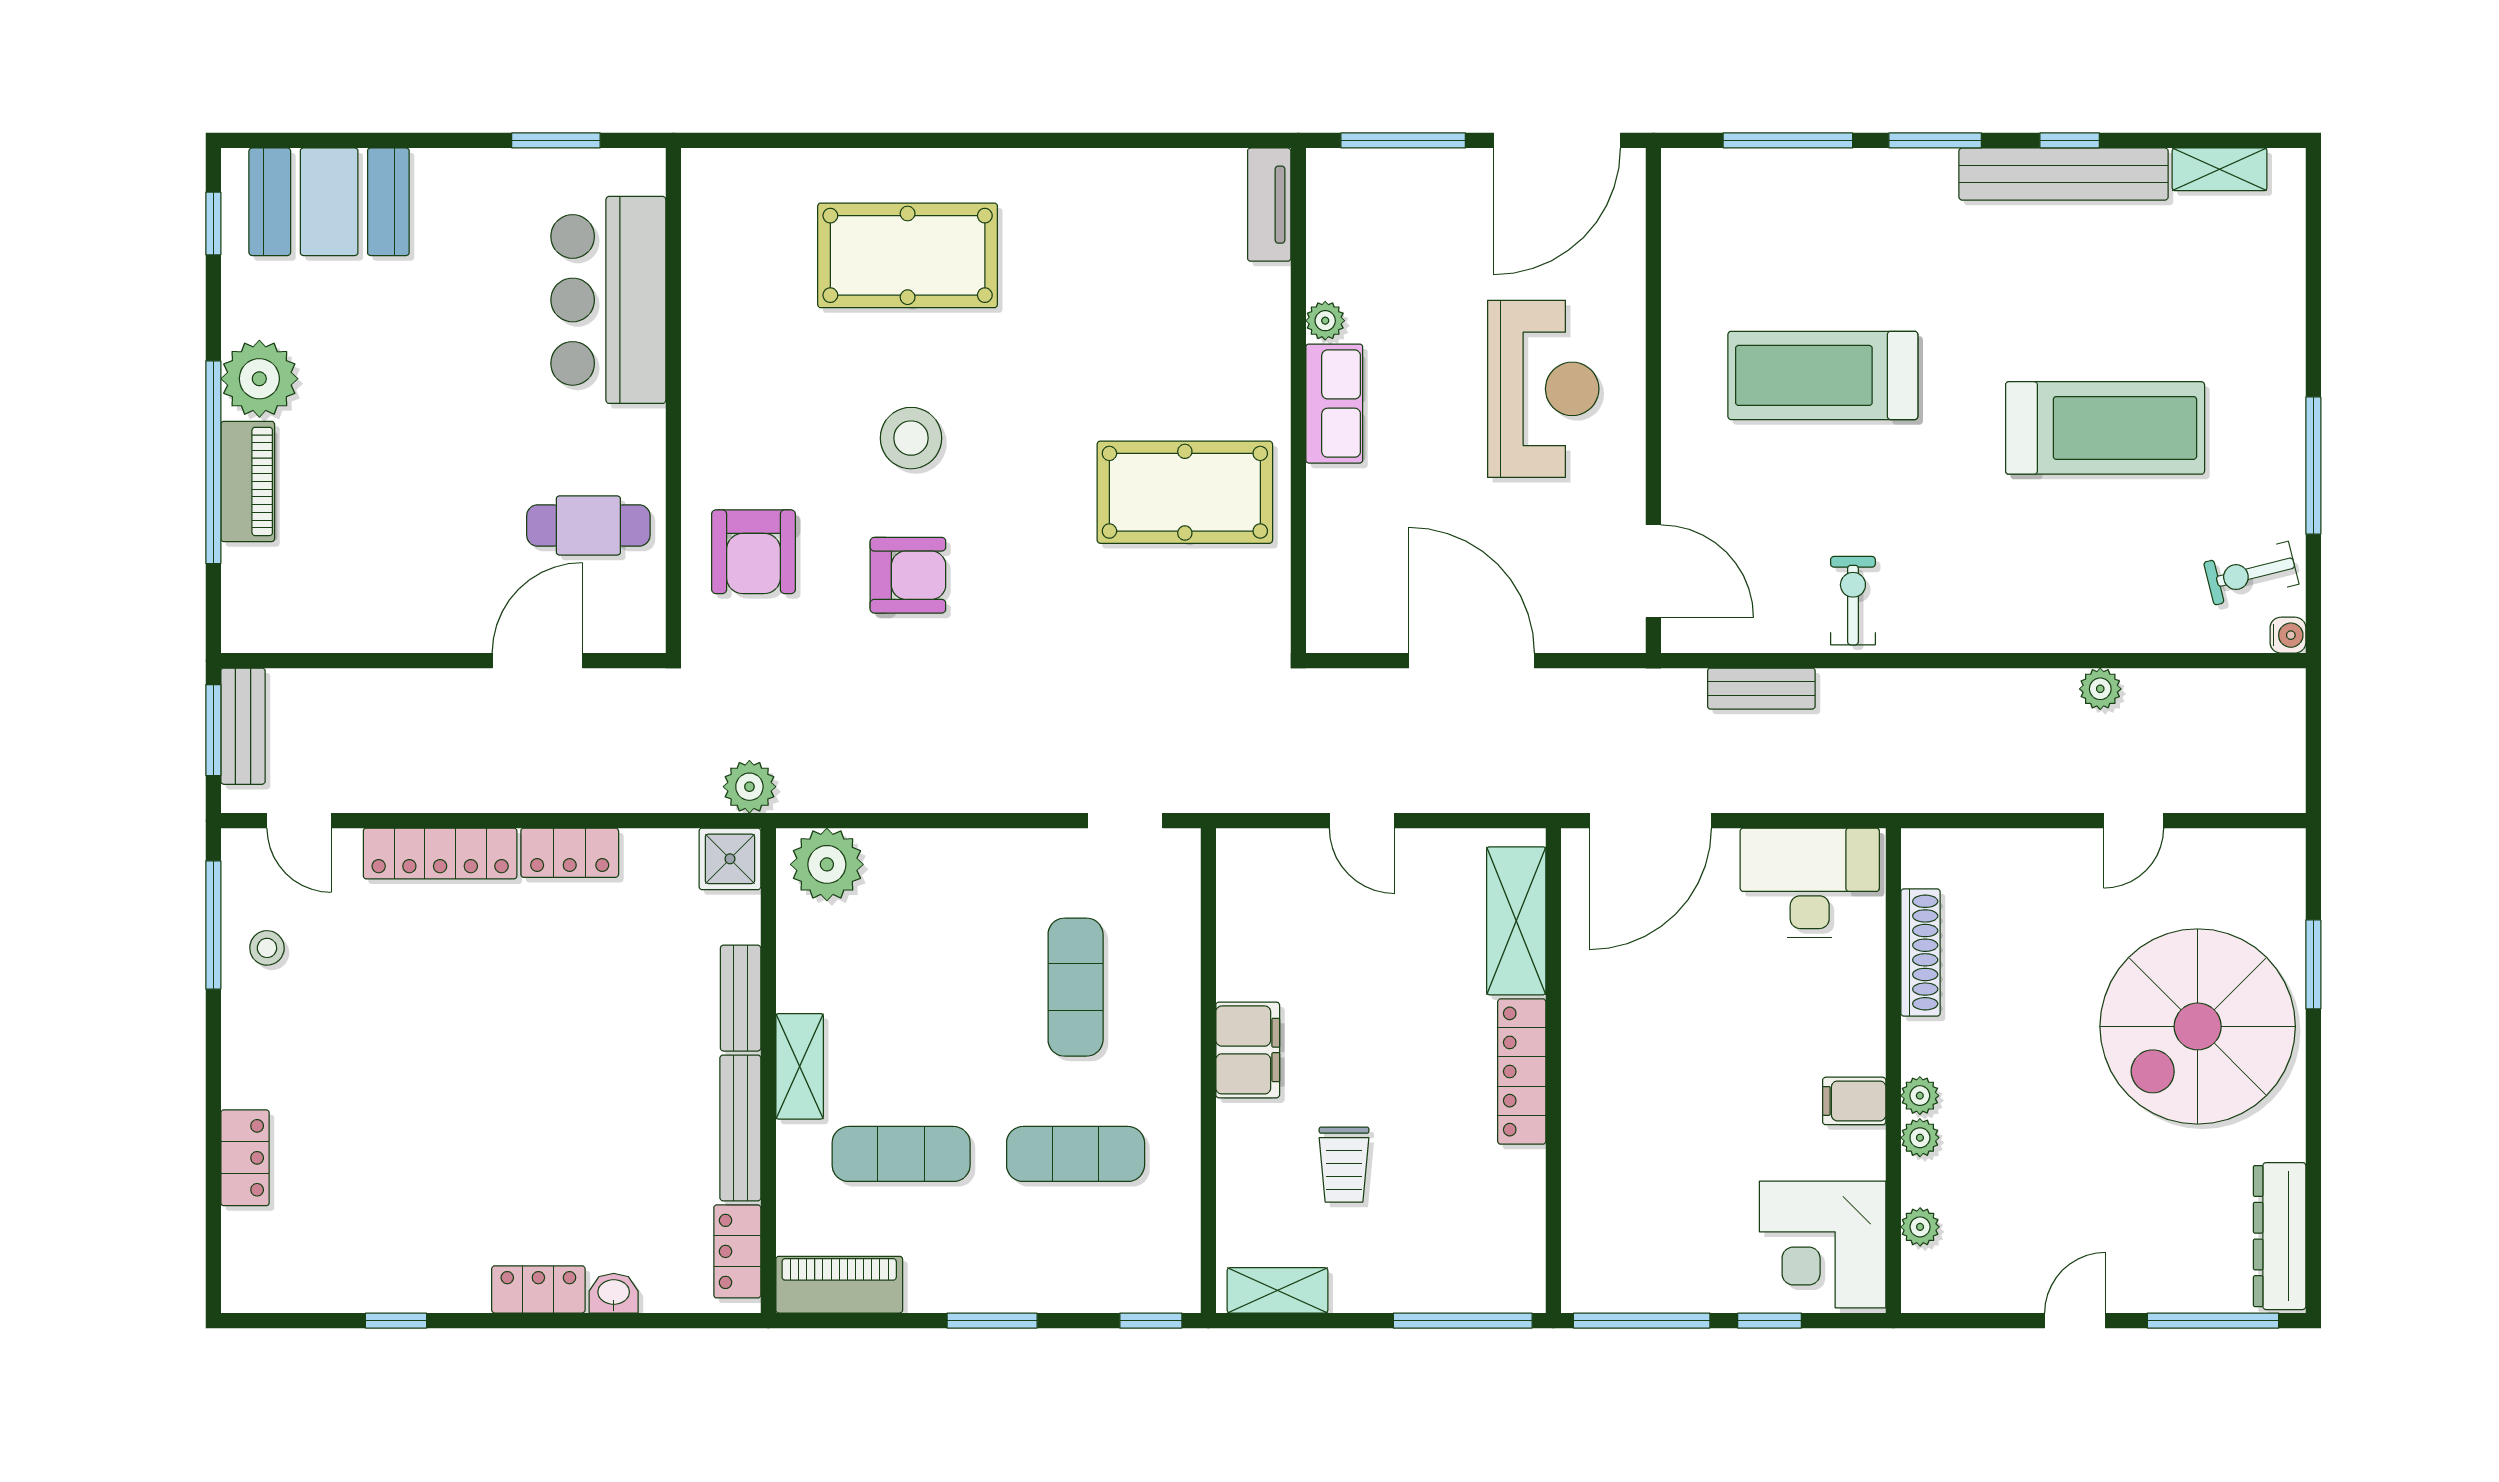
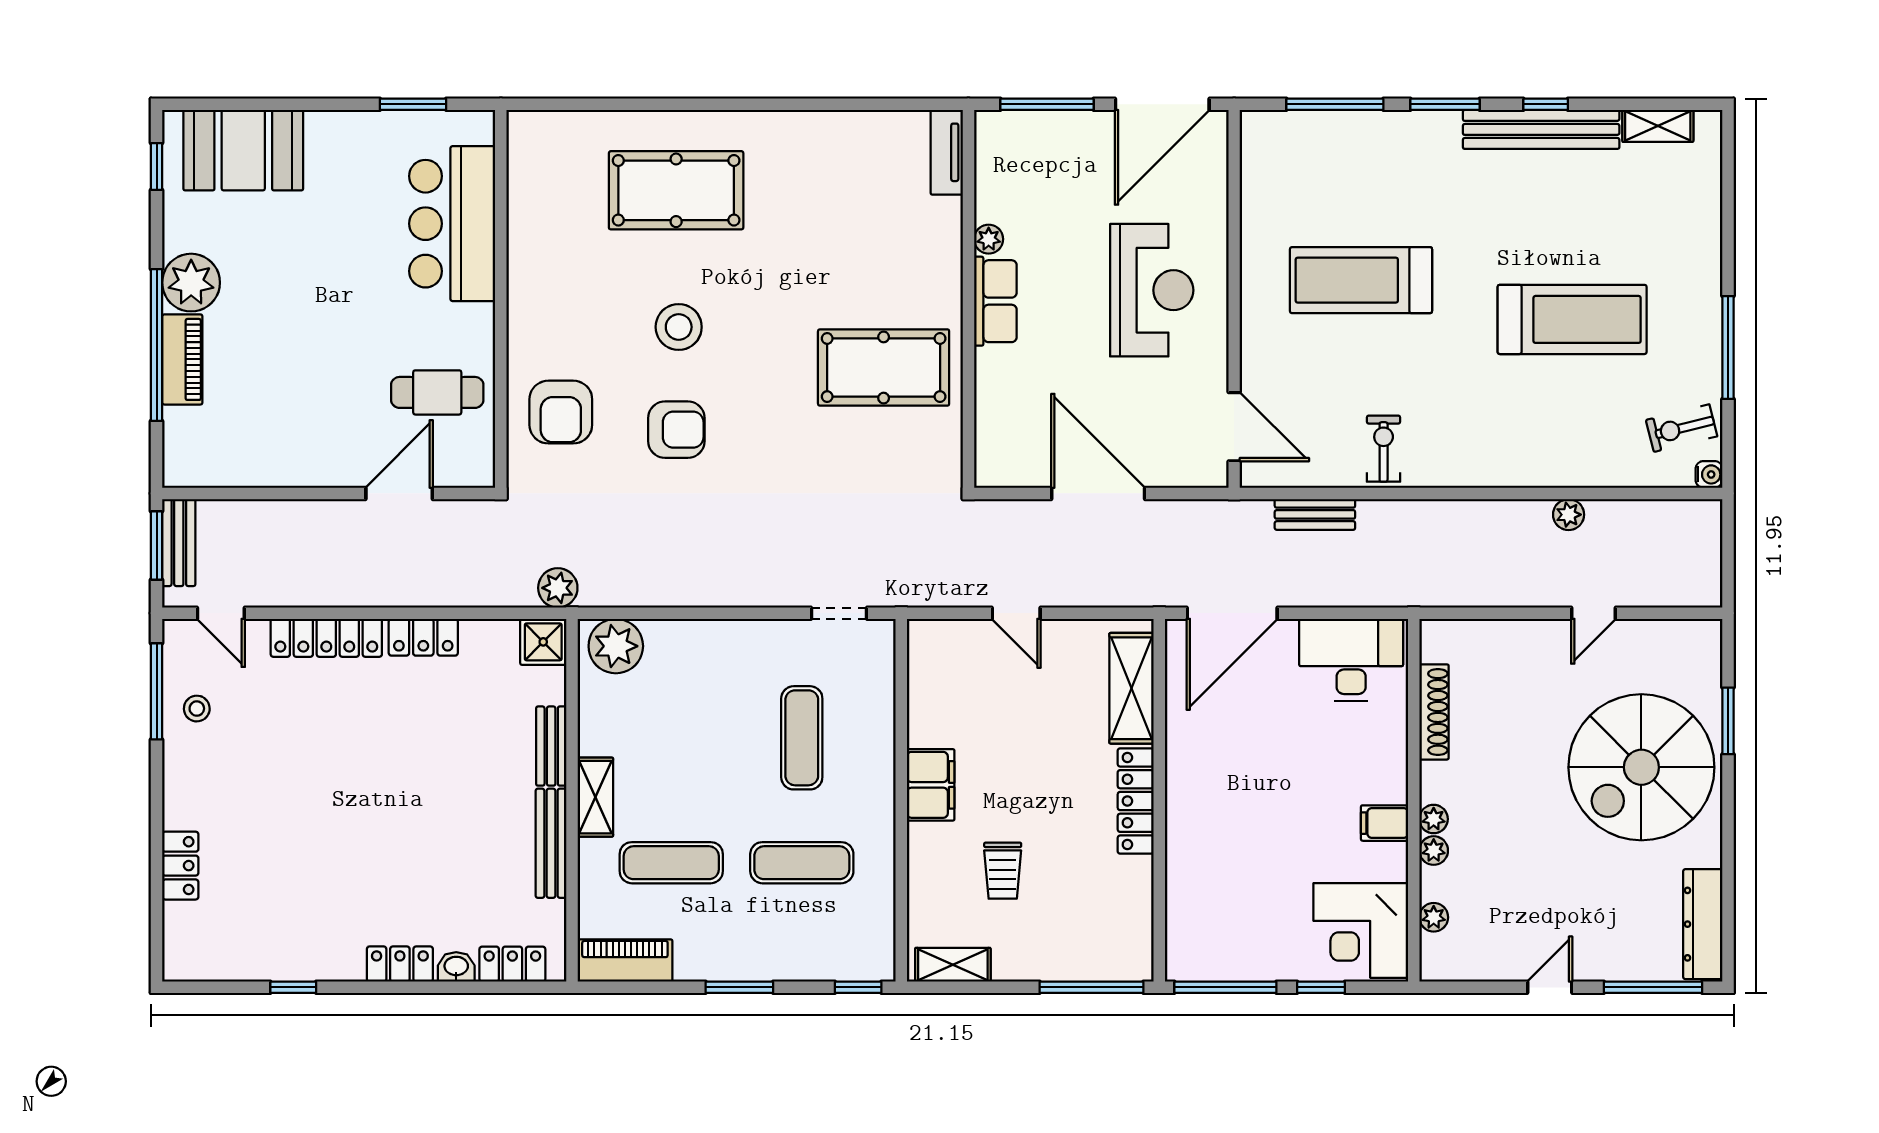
locker: (737, 1251) -> (512, 964), moved, turned 90

